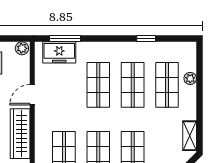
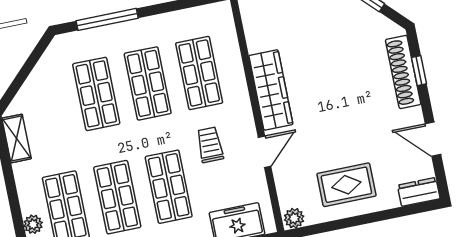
trolley: (66, 106) -> (210, 145), added

